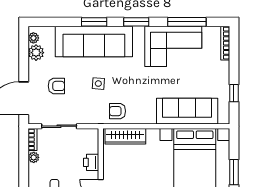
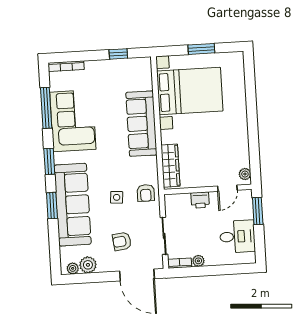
armchair: (56, 86) -> (122, 241), turned -97
armchair: (117, 111) -> (146, 193), moved
sofa: (187, 111) -> (141, 124), moved

